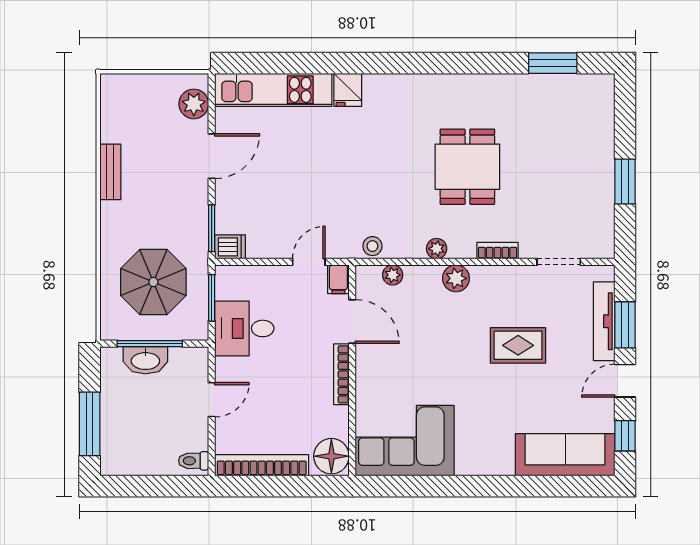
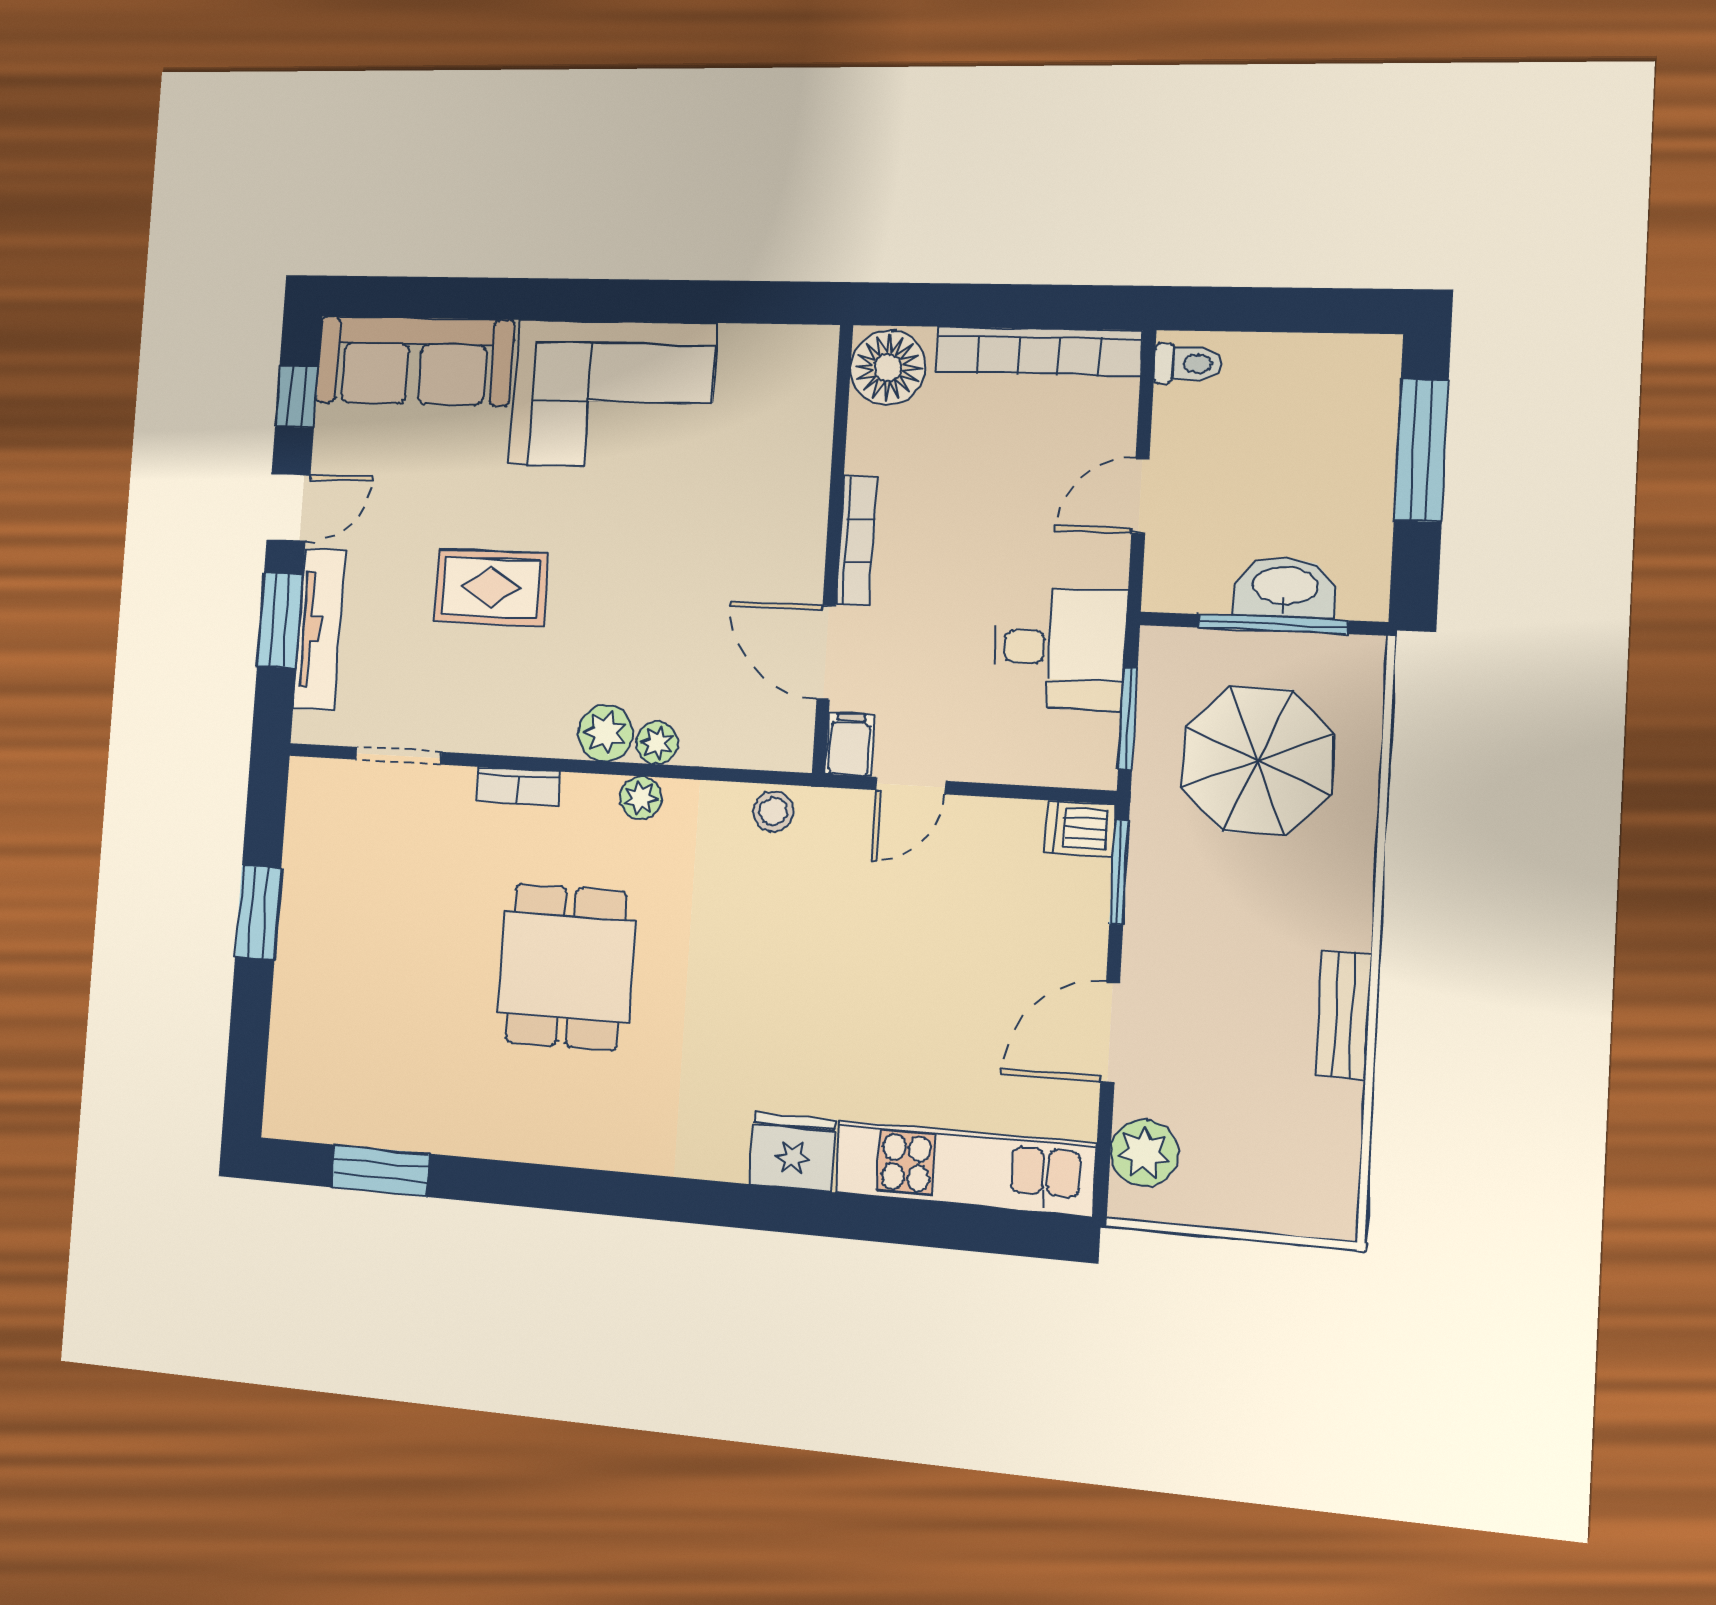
fridge: (348, 90) -> (793, 1152), width x1.38
plant: (393, 275) -> (657, 743), moved
corner sofa: (405, 441) -> (612, 394), moved

